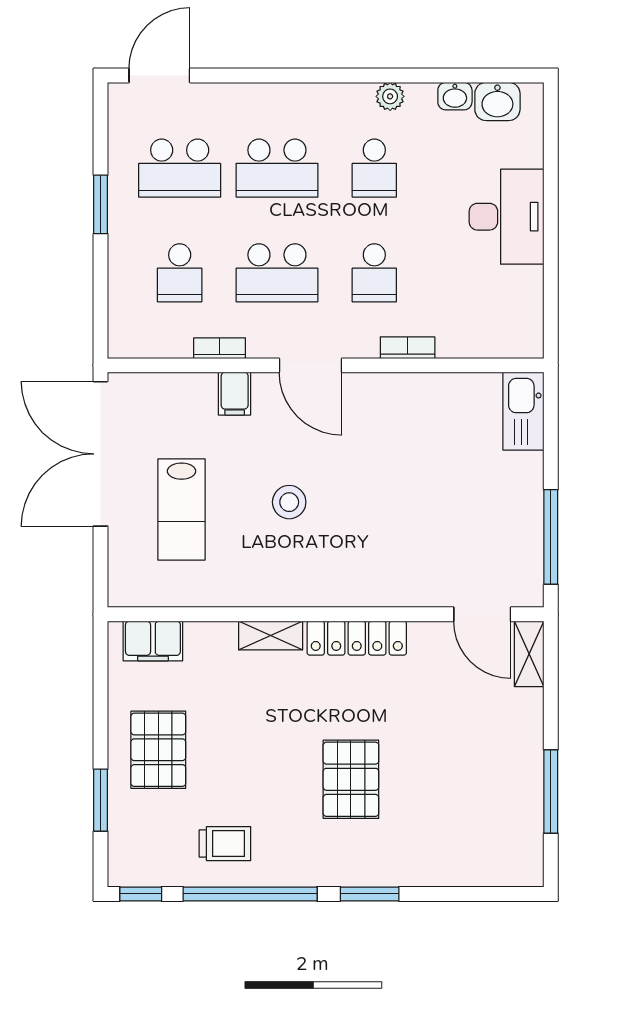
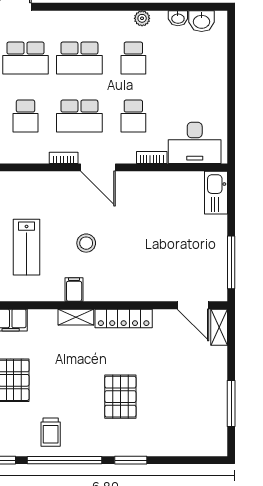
desk: (507, 217) -> (195, 143), moved, turned 90
bookcase: (220, 348) -> (64, 158), moved
filing cabinet: (235, 394) -> (74, 290), moved, turned 180
trolley: (225, 844) -> (51, 432), turned 90

